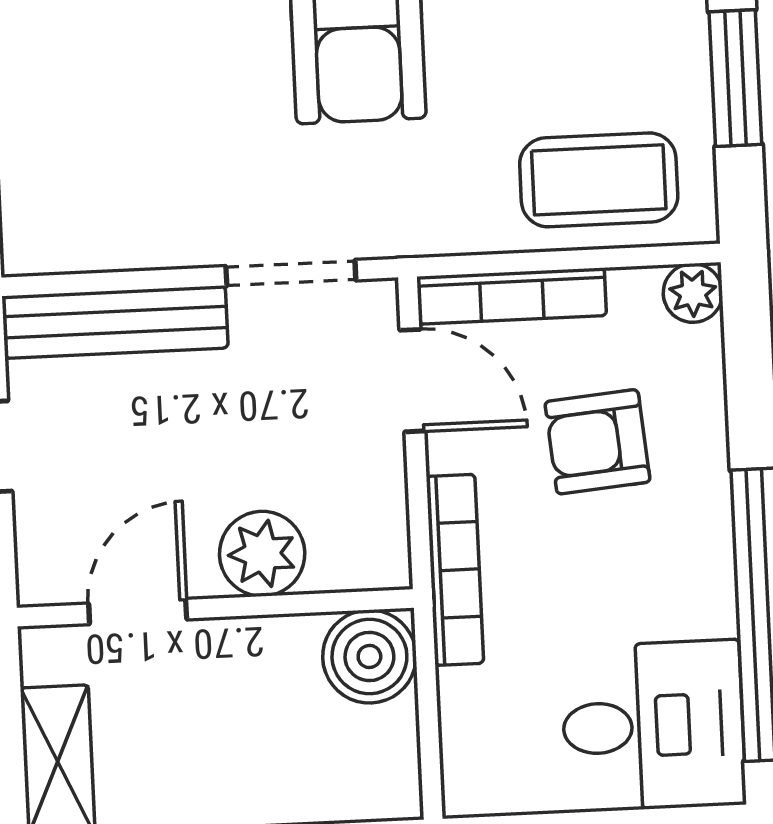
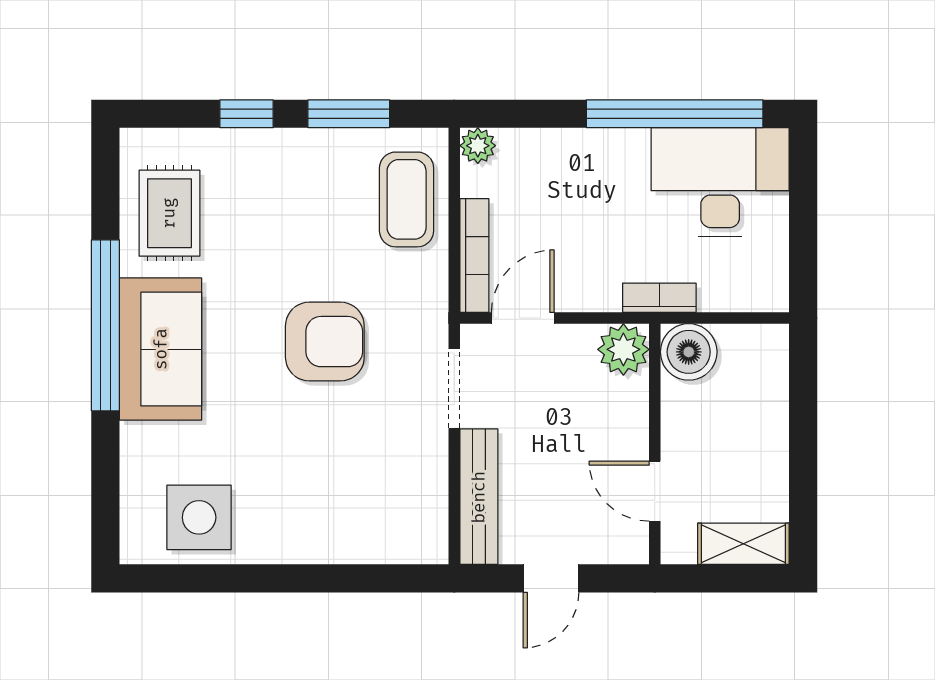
armchair: (597, 442) -> (565, 208), removed
plant: (262, 554) -> (623, 349), moved
bookcase: (455, 570) -> (659, 298), width x0.64
desk: (653, 726) -> (720, 182), width x1.37

